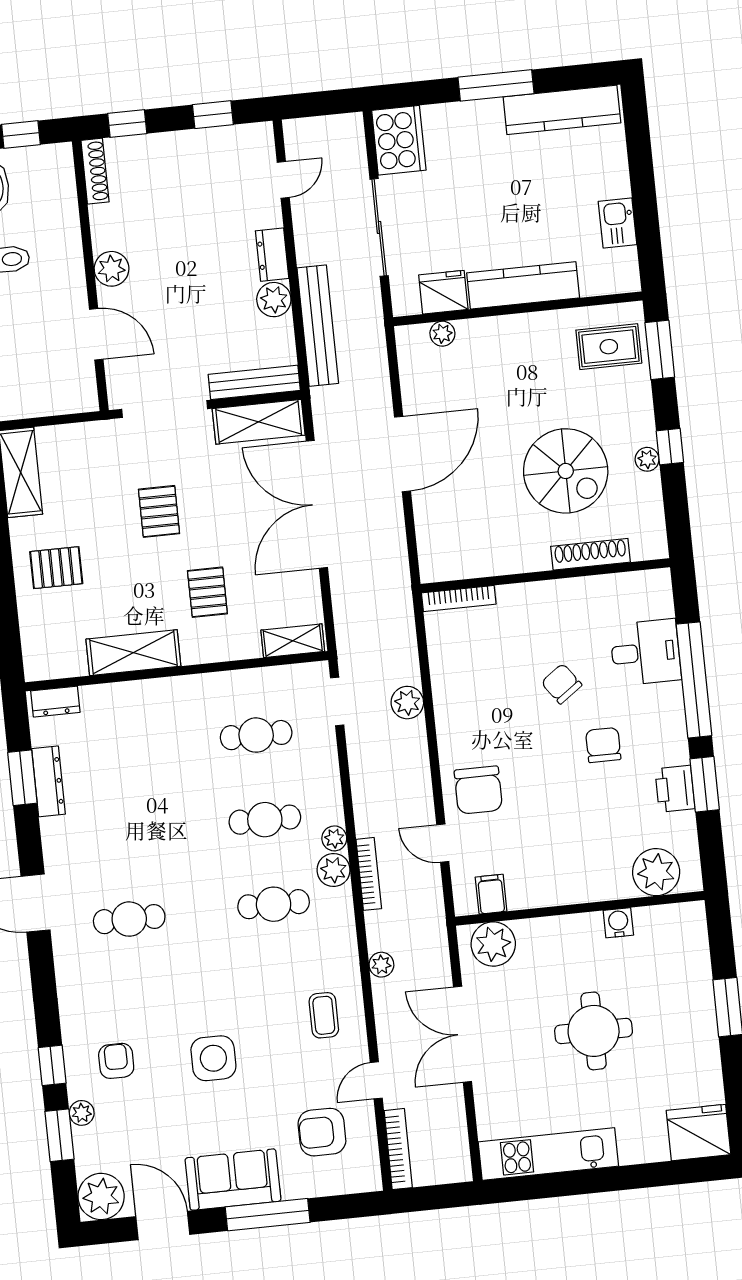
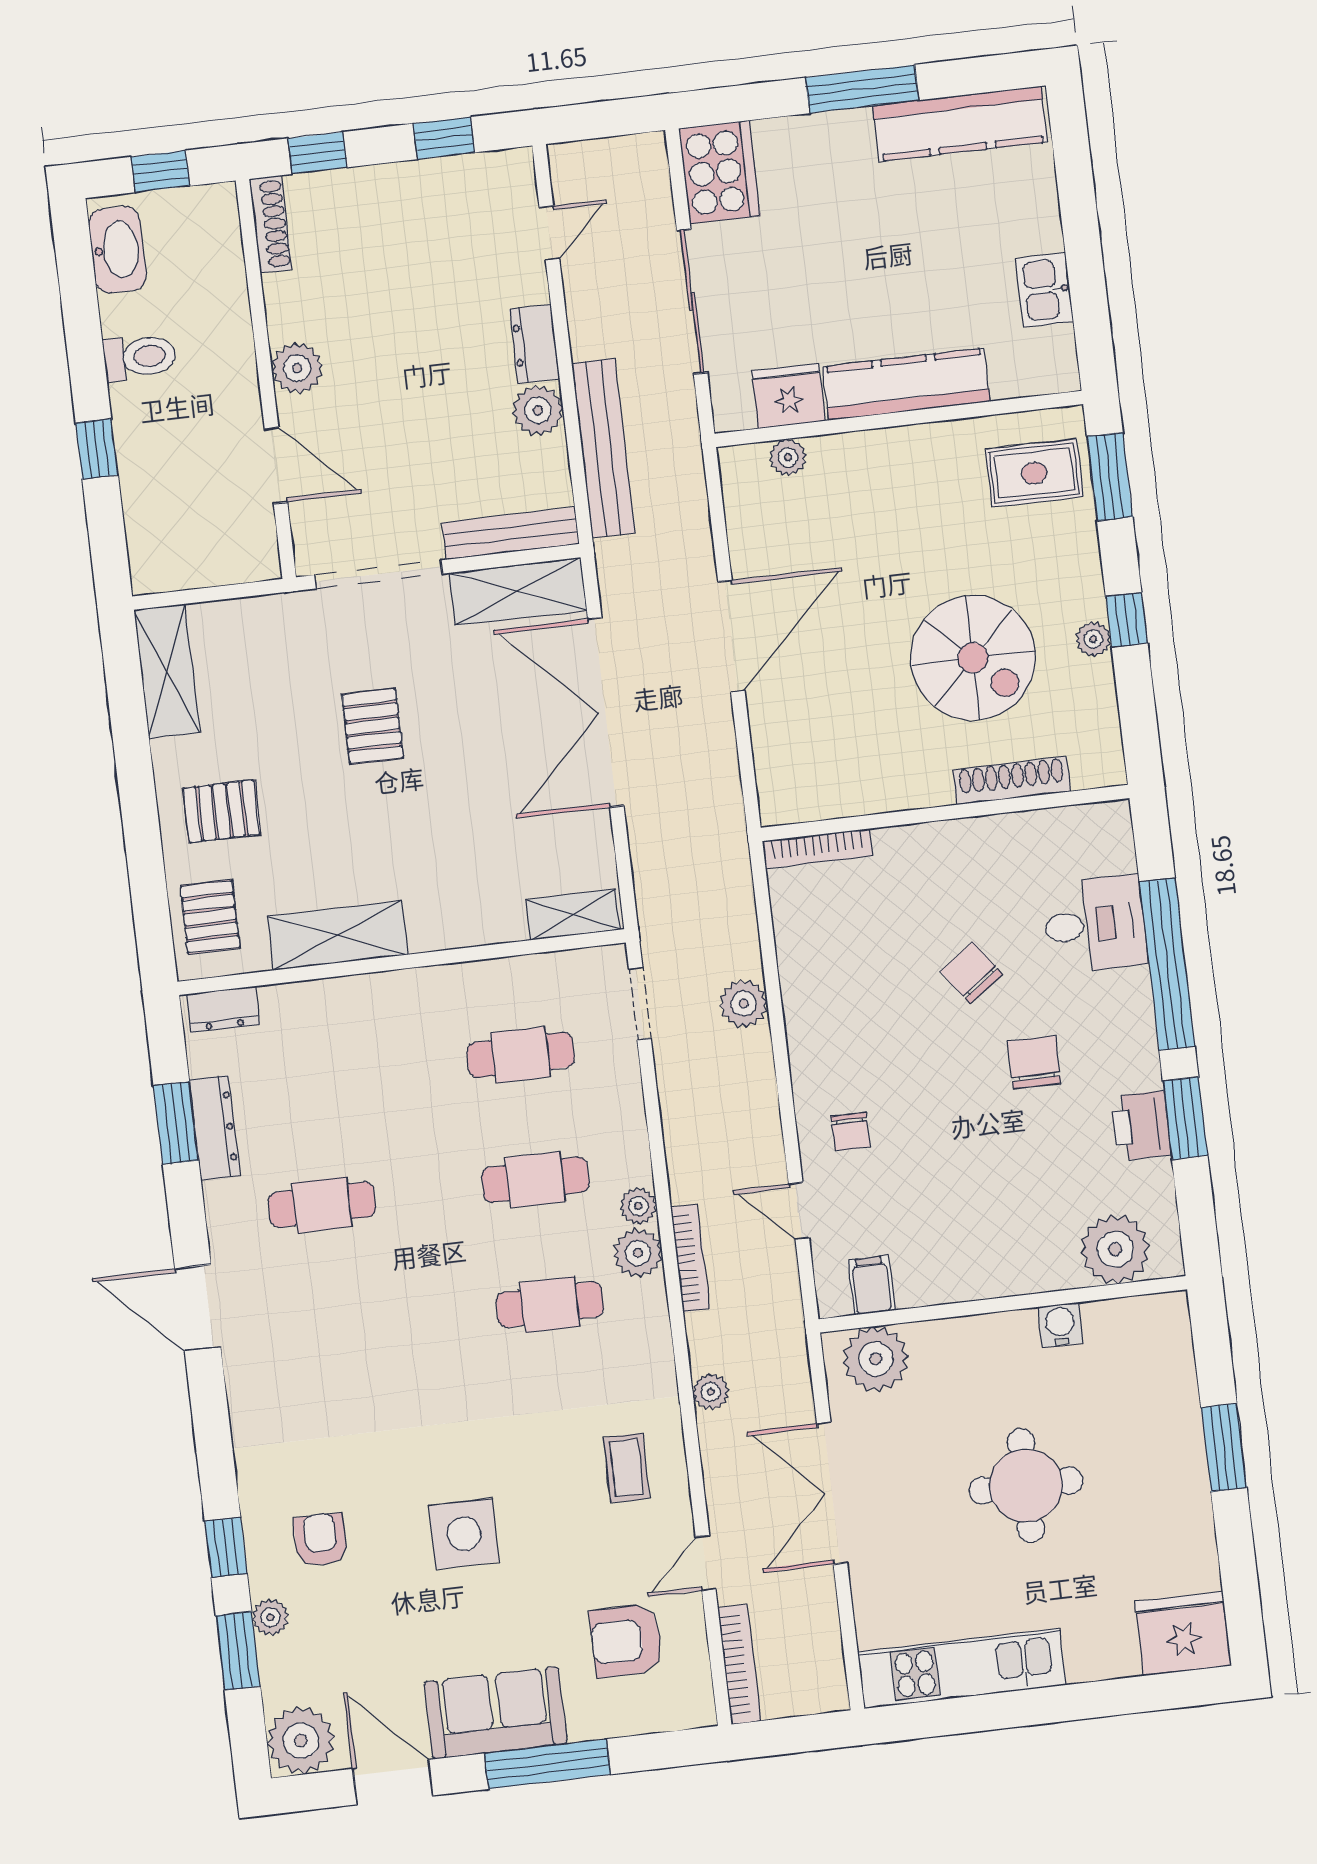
pallet: (207, 592) -> (210, 917), moved
chair: (478, 790) -> (850, 1132), width x0.54, depth x0.54
cafe table: (129, 919) -> (322, 1205), moved

